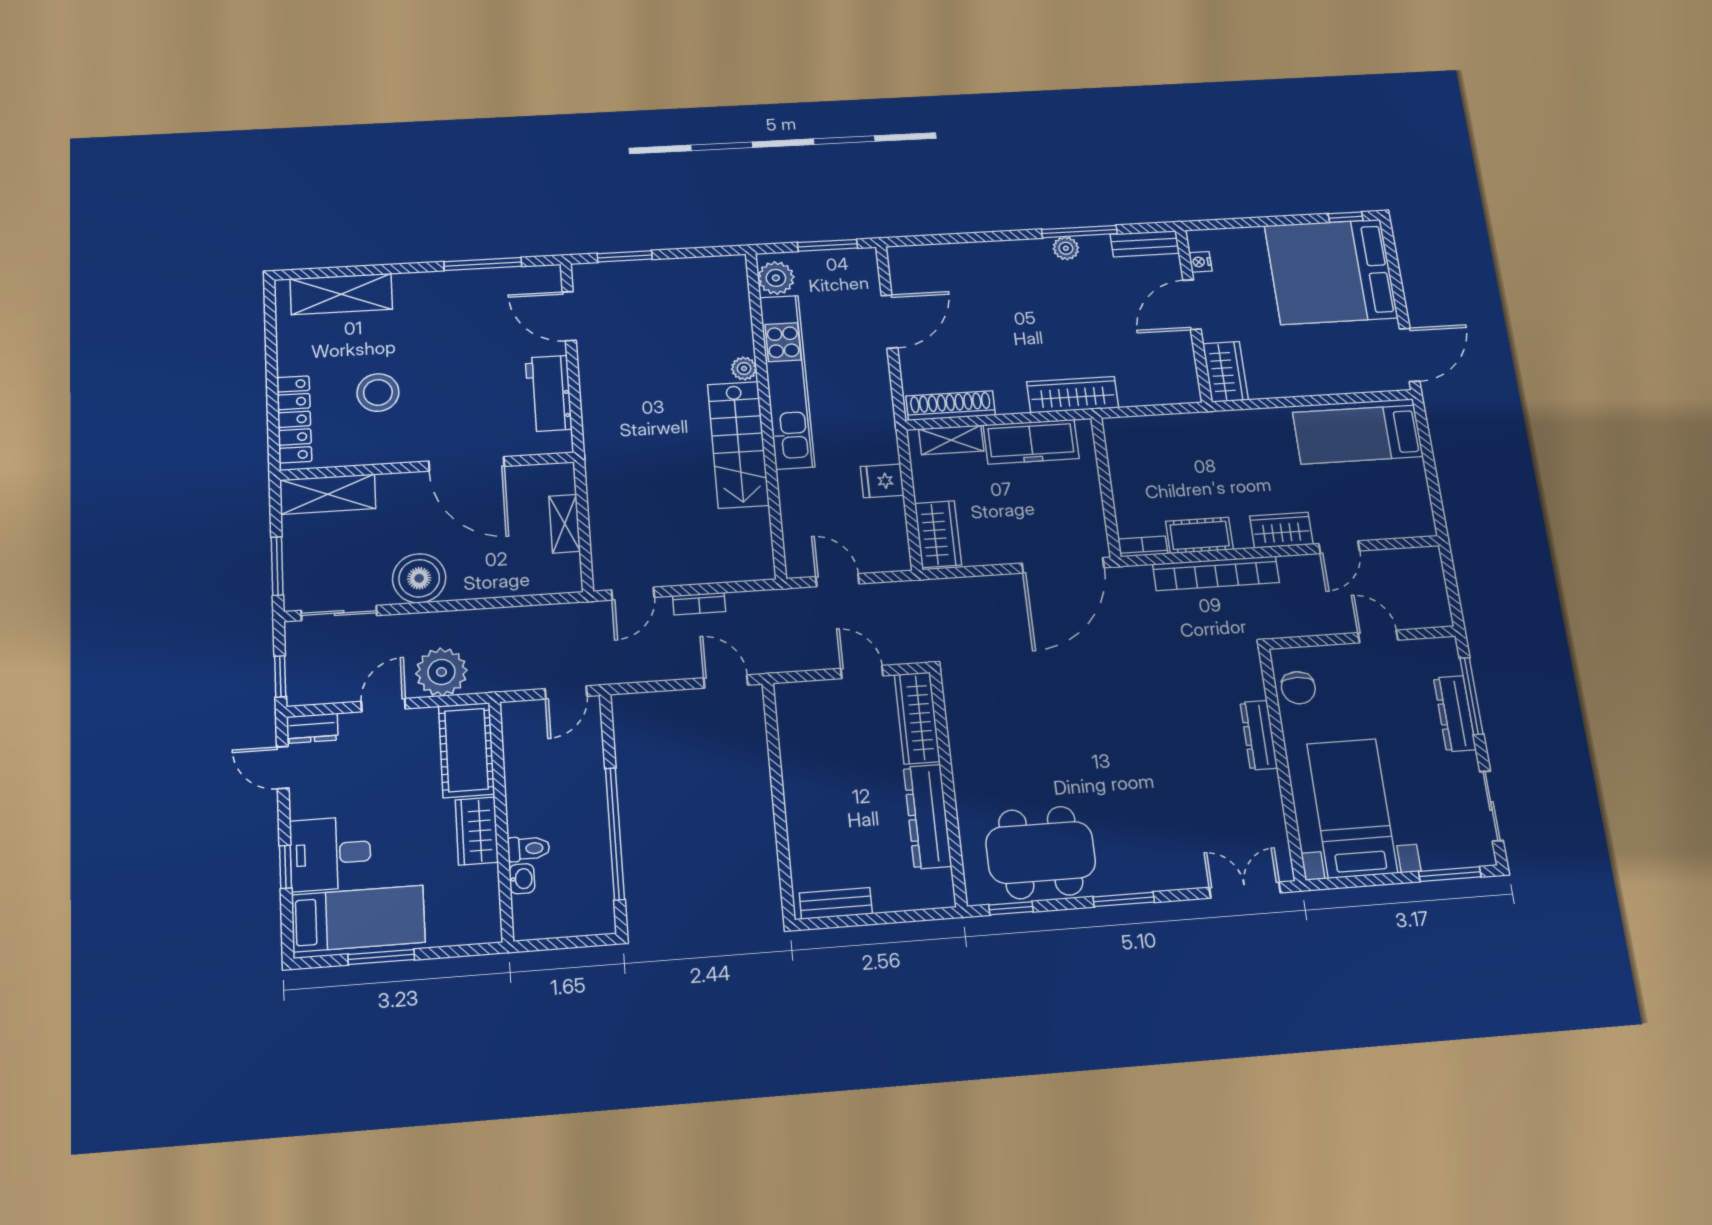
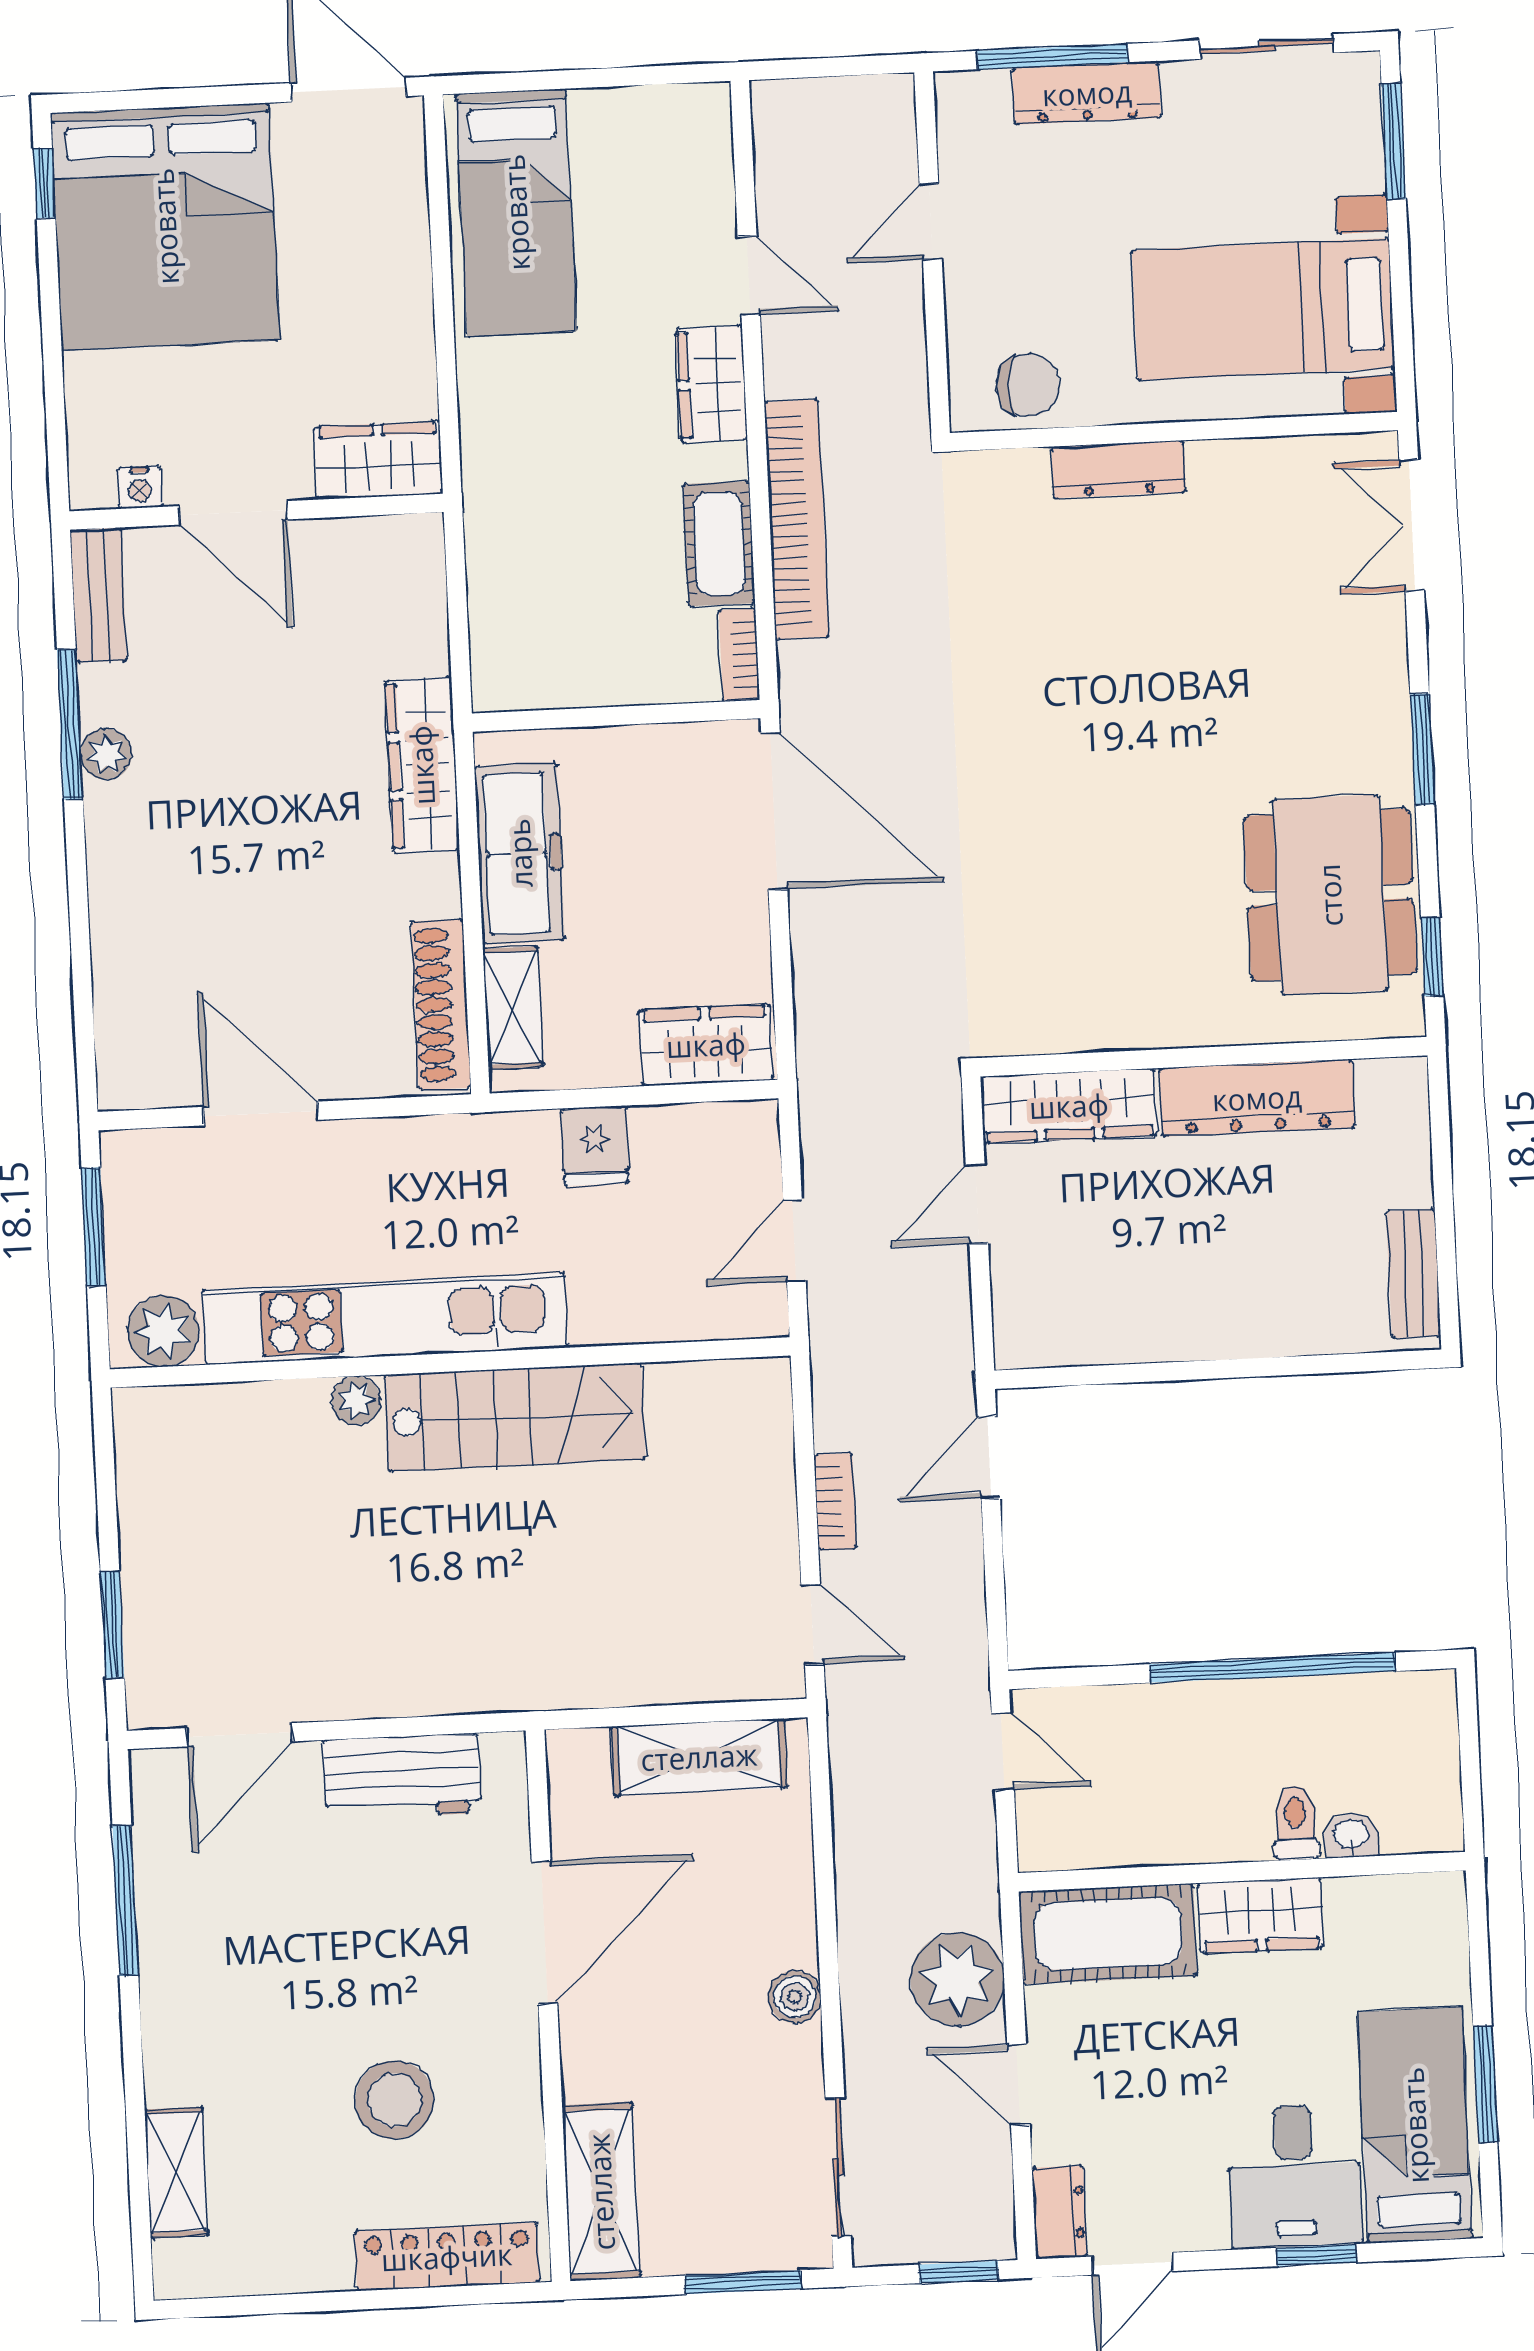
shelving: (341, 294) -> (176, 2172), width x0.67, depth x0.75
shelving: (565, 524) -> (699, 1757), width x1.50, depth x1.33
boiler: (419, 578) -> (795, 1997), width x0.54, depth x0.54

